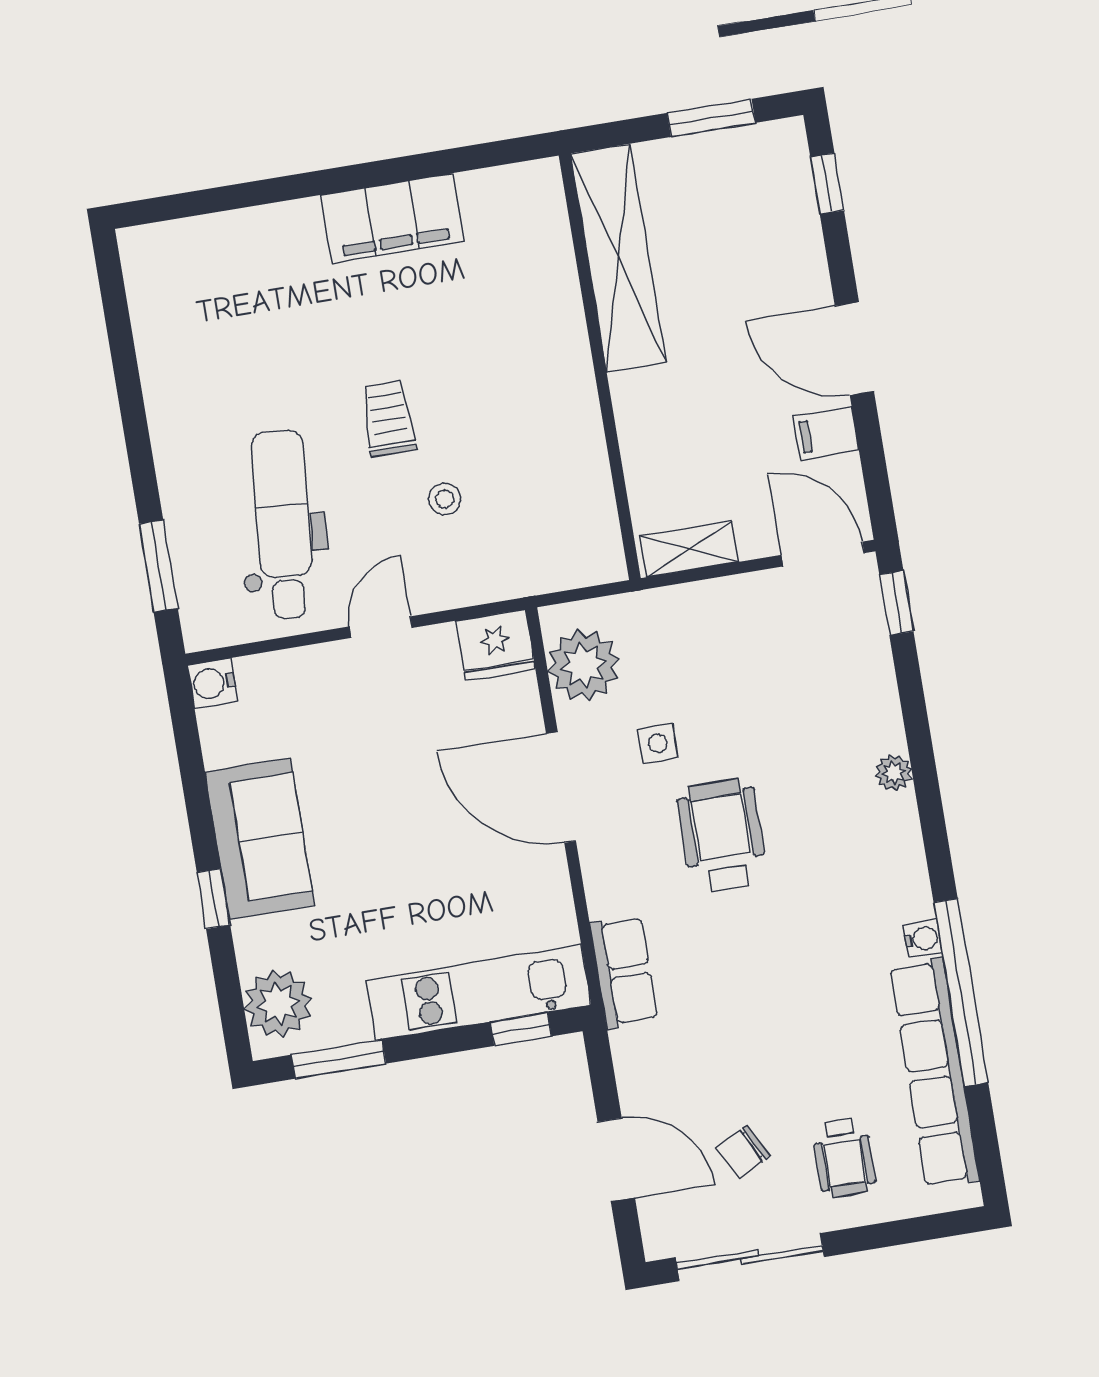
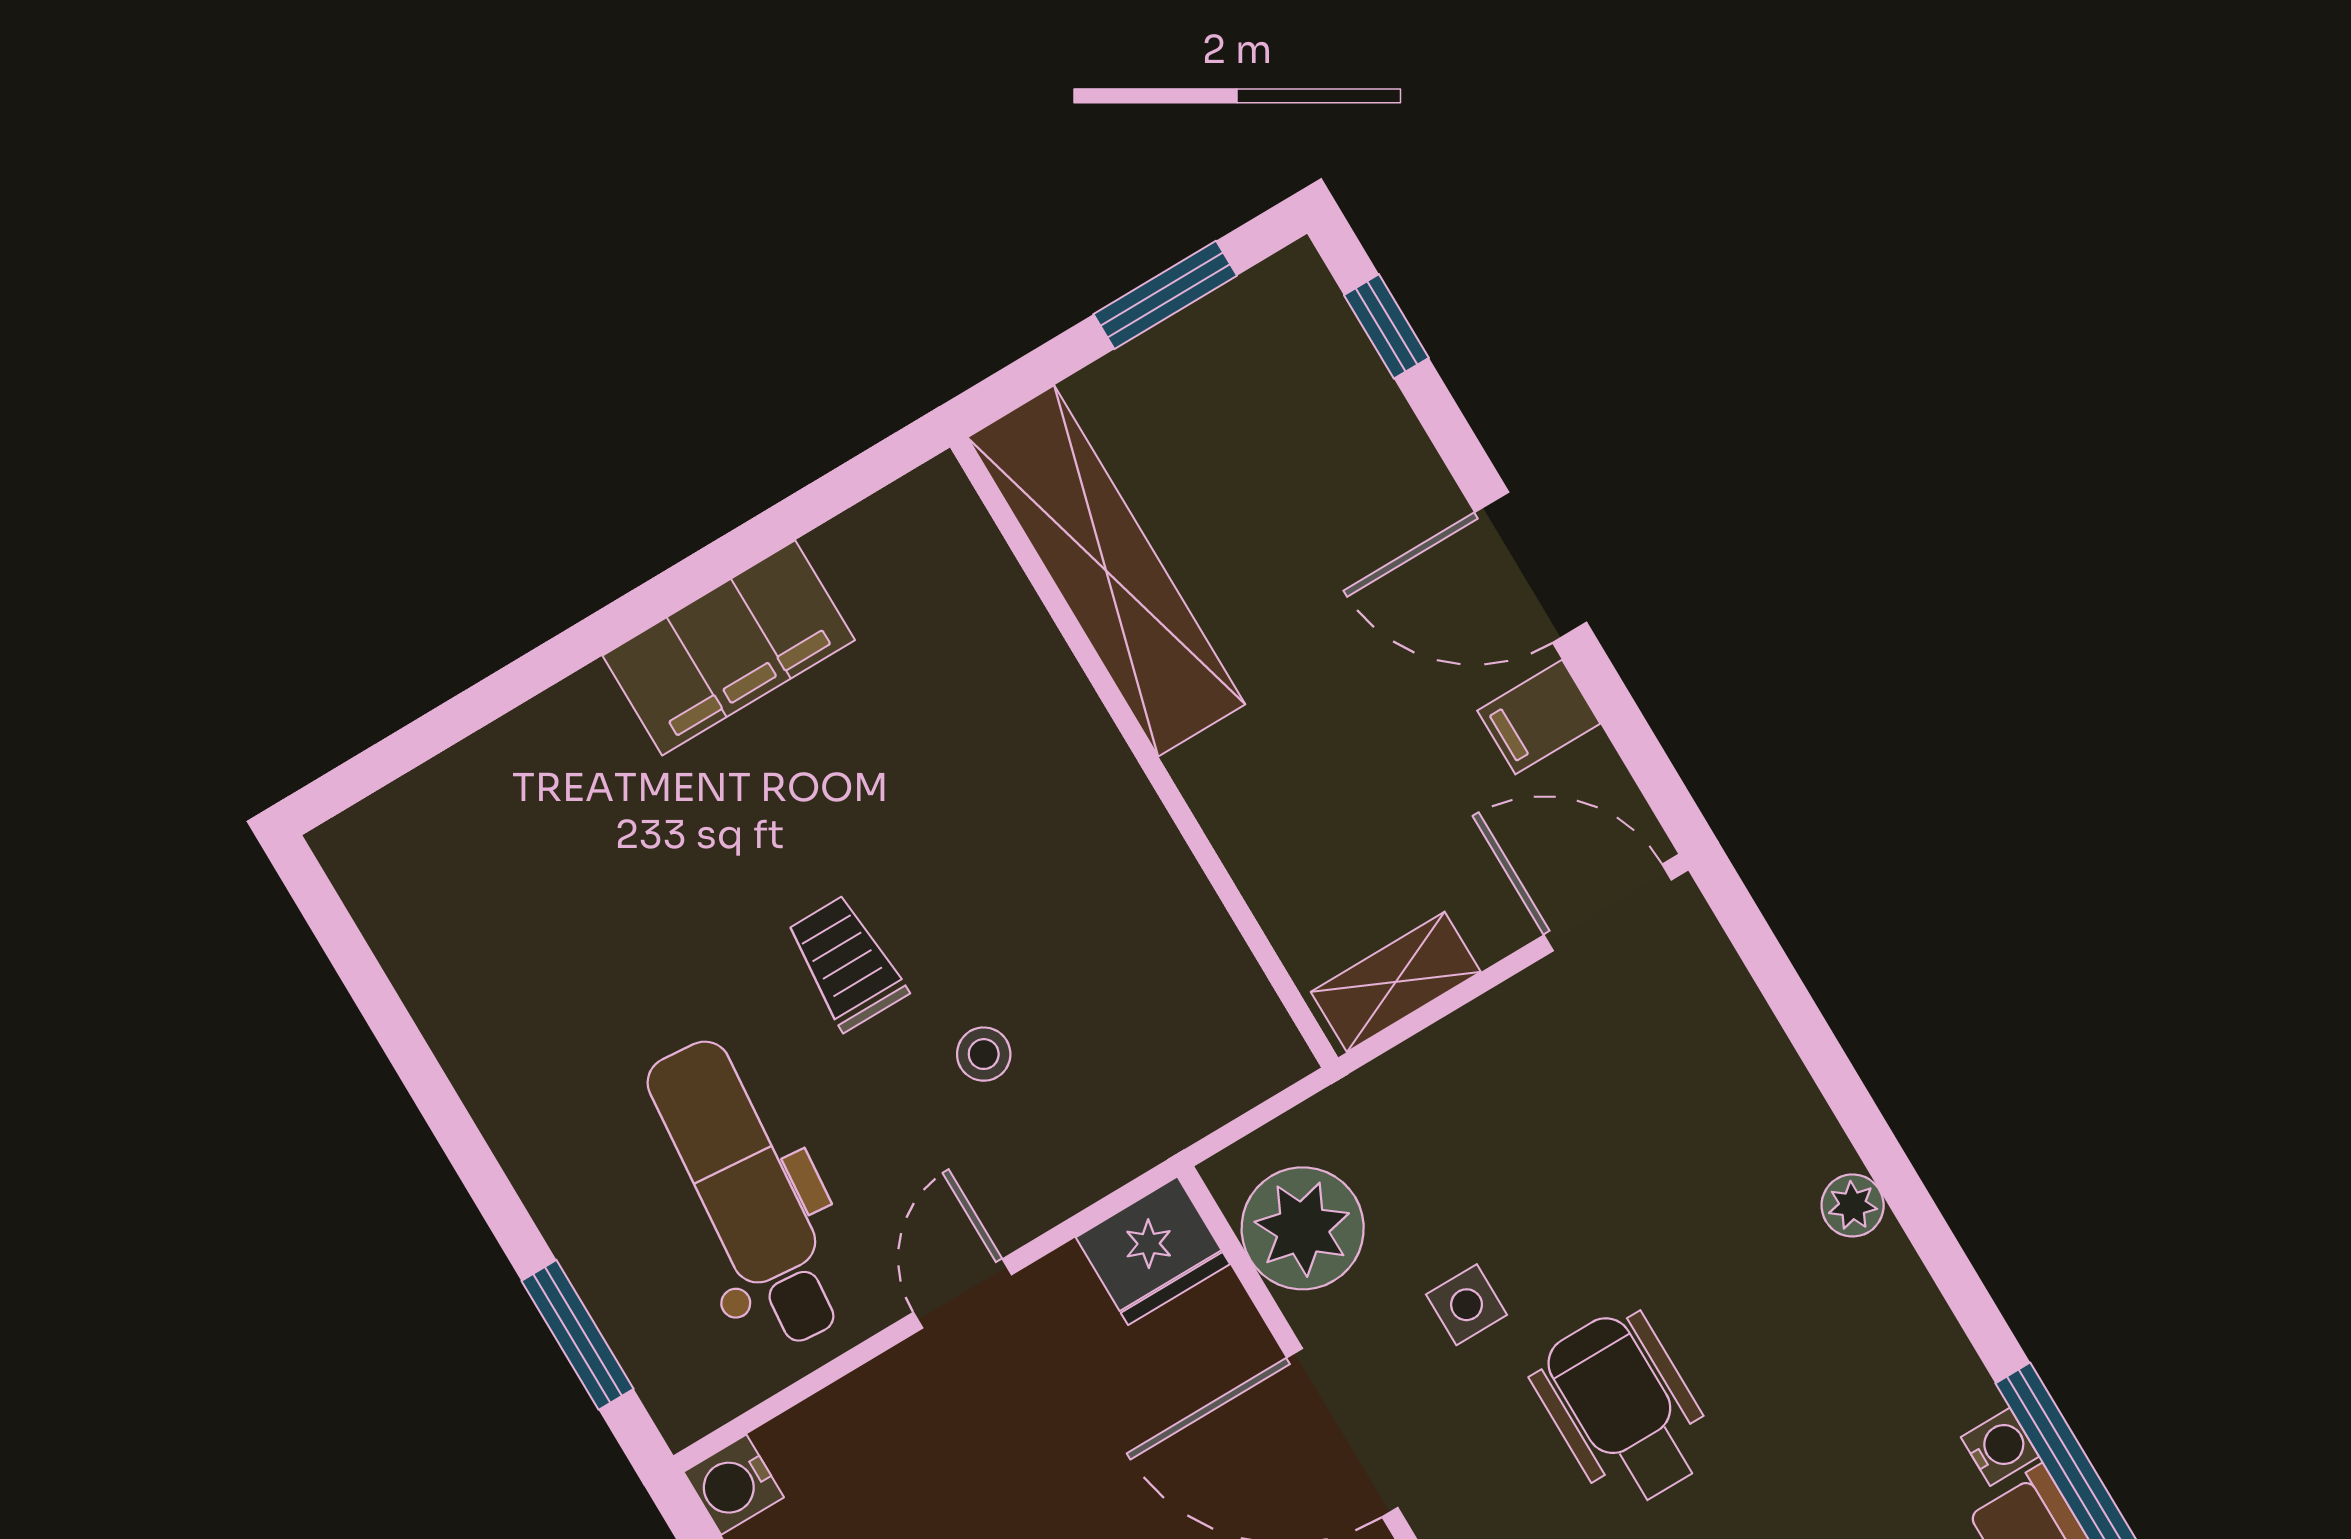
window: (896, 603) -> (1753, 938), removed

